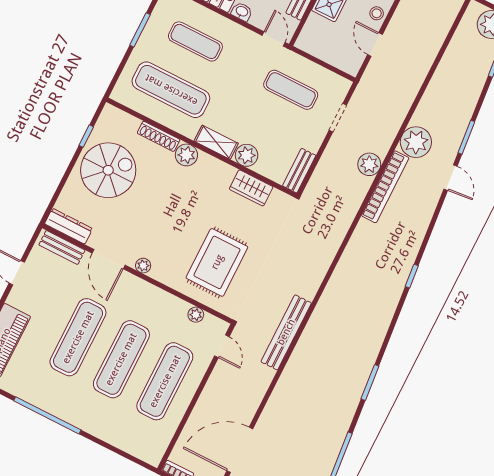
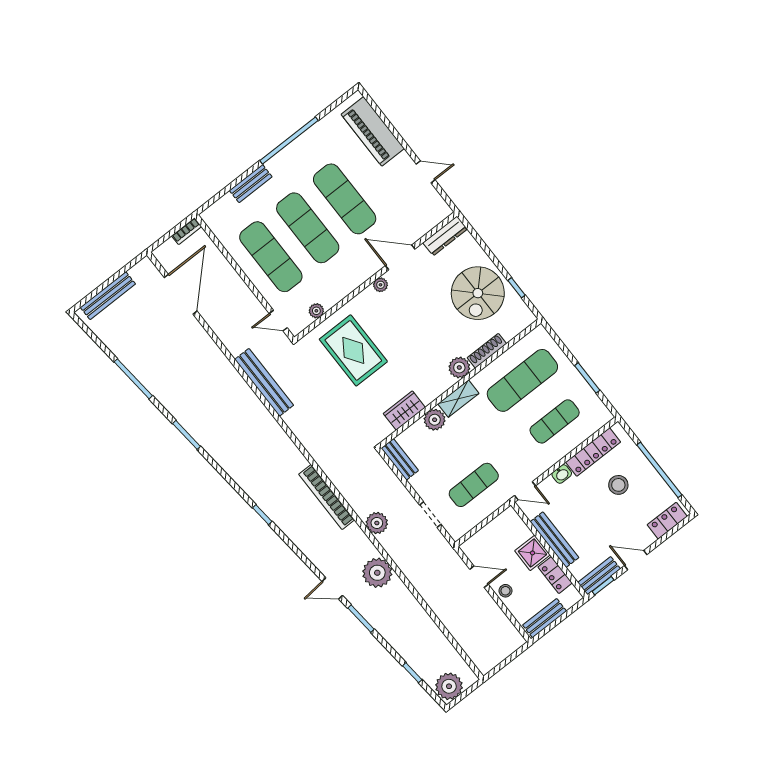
bookcase: (385, 187) -> (327, 497), moved
bench: (62, 247) -> (251, 184), moved

